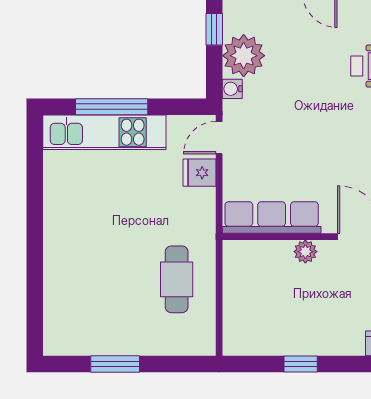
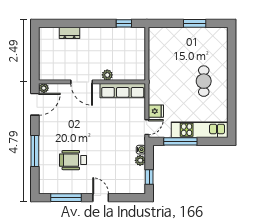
plant: (244, 56) -> (140, 160), width x0.53, depth x0.53
window: (112, 107) -> (180, 141), moved
cafe table: (177, 279) -> (204, 81), moved
window: (301, 364) -> (124, 23), moved

